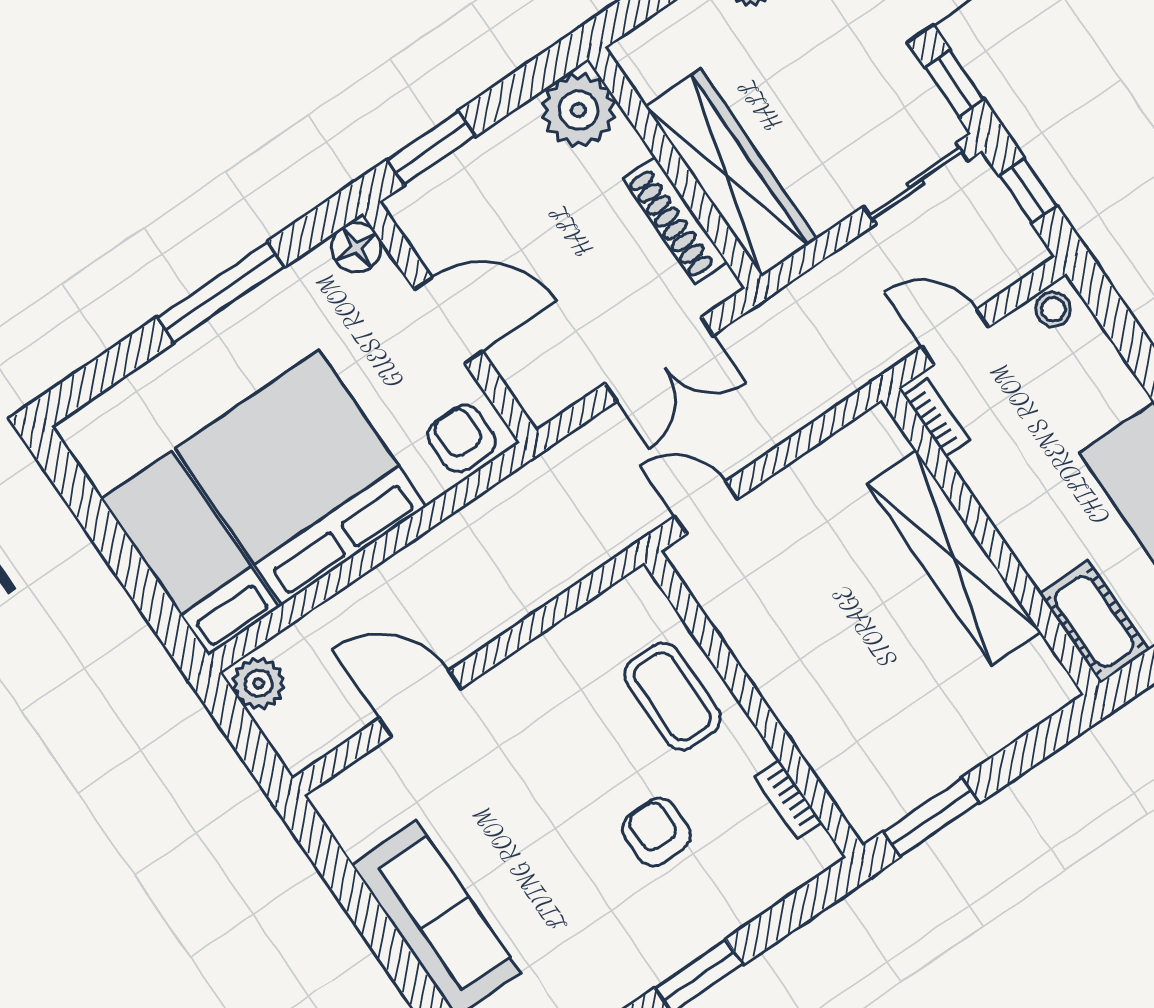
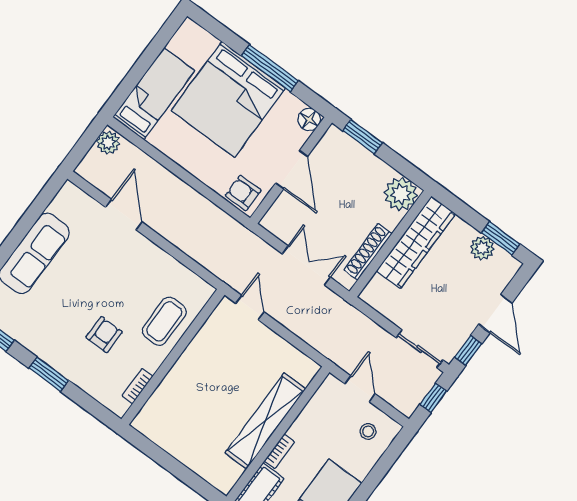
wardrobe: (731, 173) -> (416, 242), moved
stool: (1053, 309) -> (368, 431), moved
double door: (659, 359) -> (306, 265), swing flipped
bookcase: (936, 417) -> (279, 451), moved
armchair: (462, 438) -> (243, 193), turned -90
bed: (301, 477) -> (228, 99), moved, turned 180
window: (931, 817) -> (151, 450), removed

